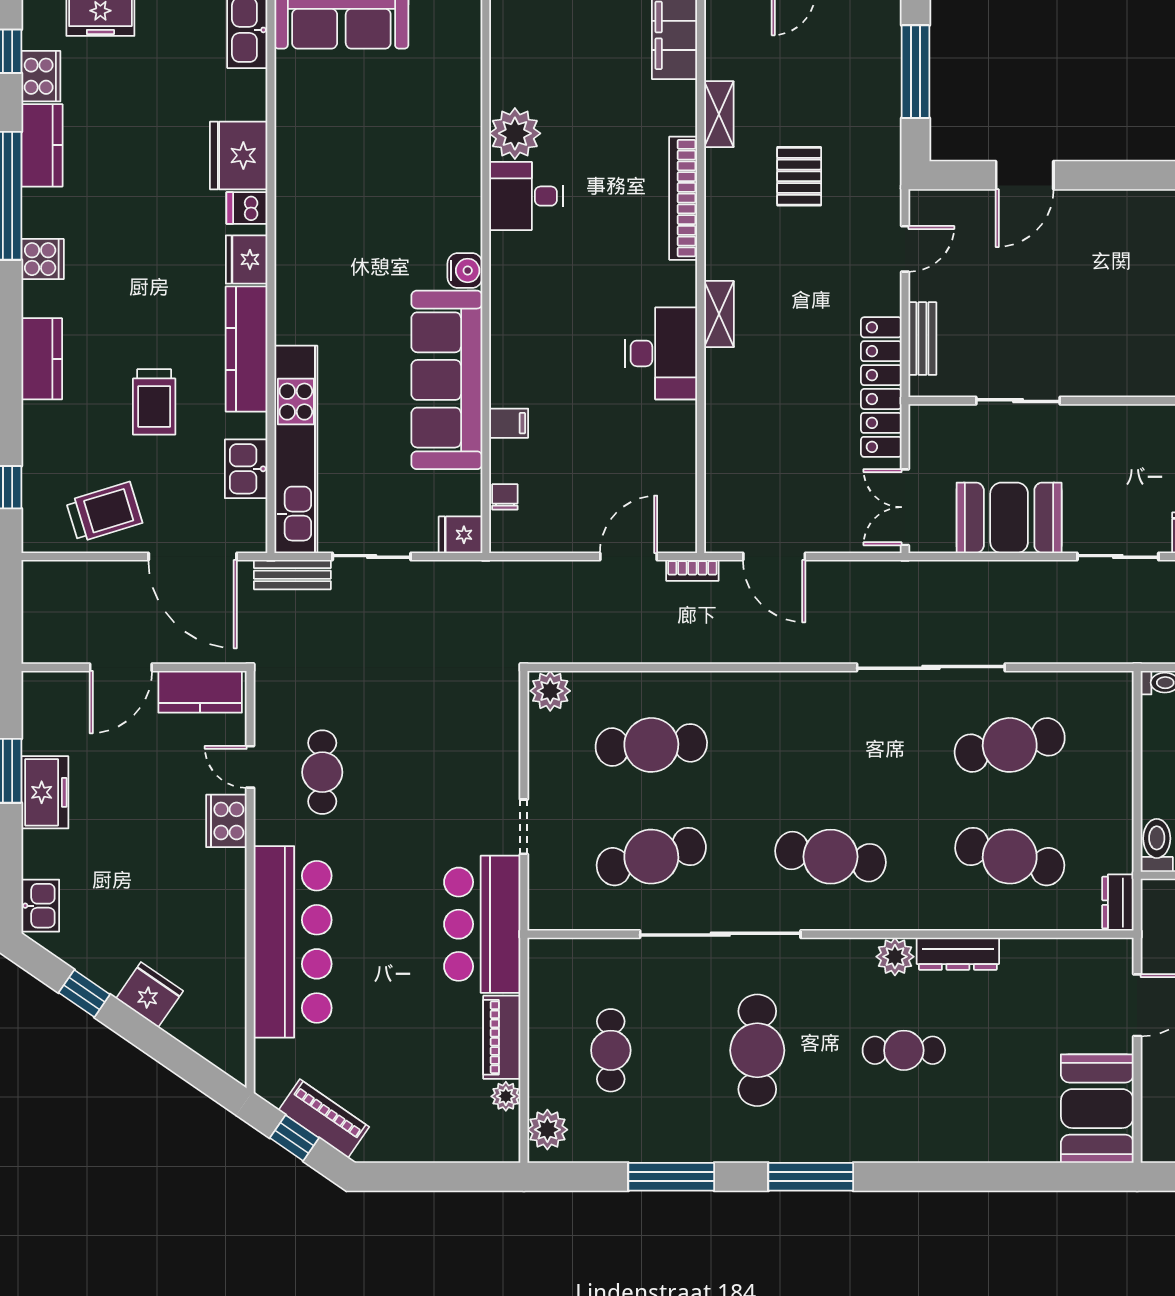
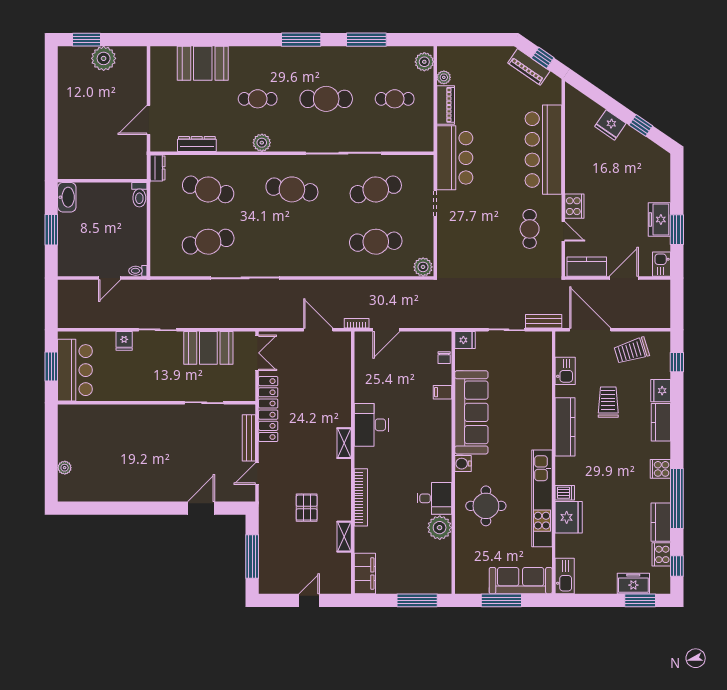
round table: (416, 180) -> (486, 506), added
fridge: (247, 259) -> (661, 391), moved, turned 180
bench: (922, 339) -> (249, 438), width x1.36
kitchen unit: (296, 449) -> (542, 498), moved
kitchen sink: (40, 906) -> (661, 264), moved
dresser: (958, 954) -> (197, 144), moved
cafe table: (611, 1050) -> (395, 99), turned 90
cafe table: (757, 1050) -> (326, 99), turned 90
booth: (1097, 1109) -> (203, 63), moved, turned 90

